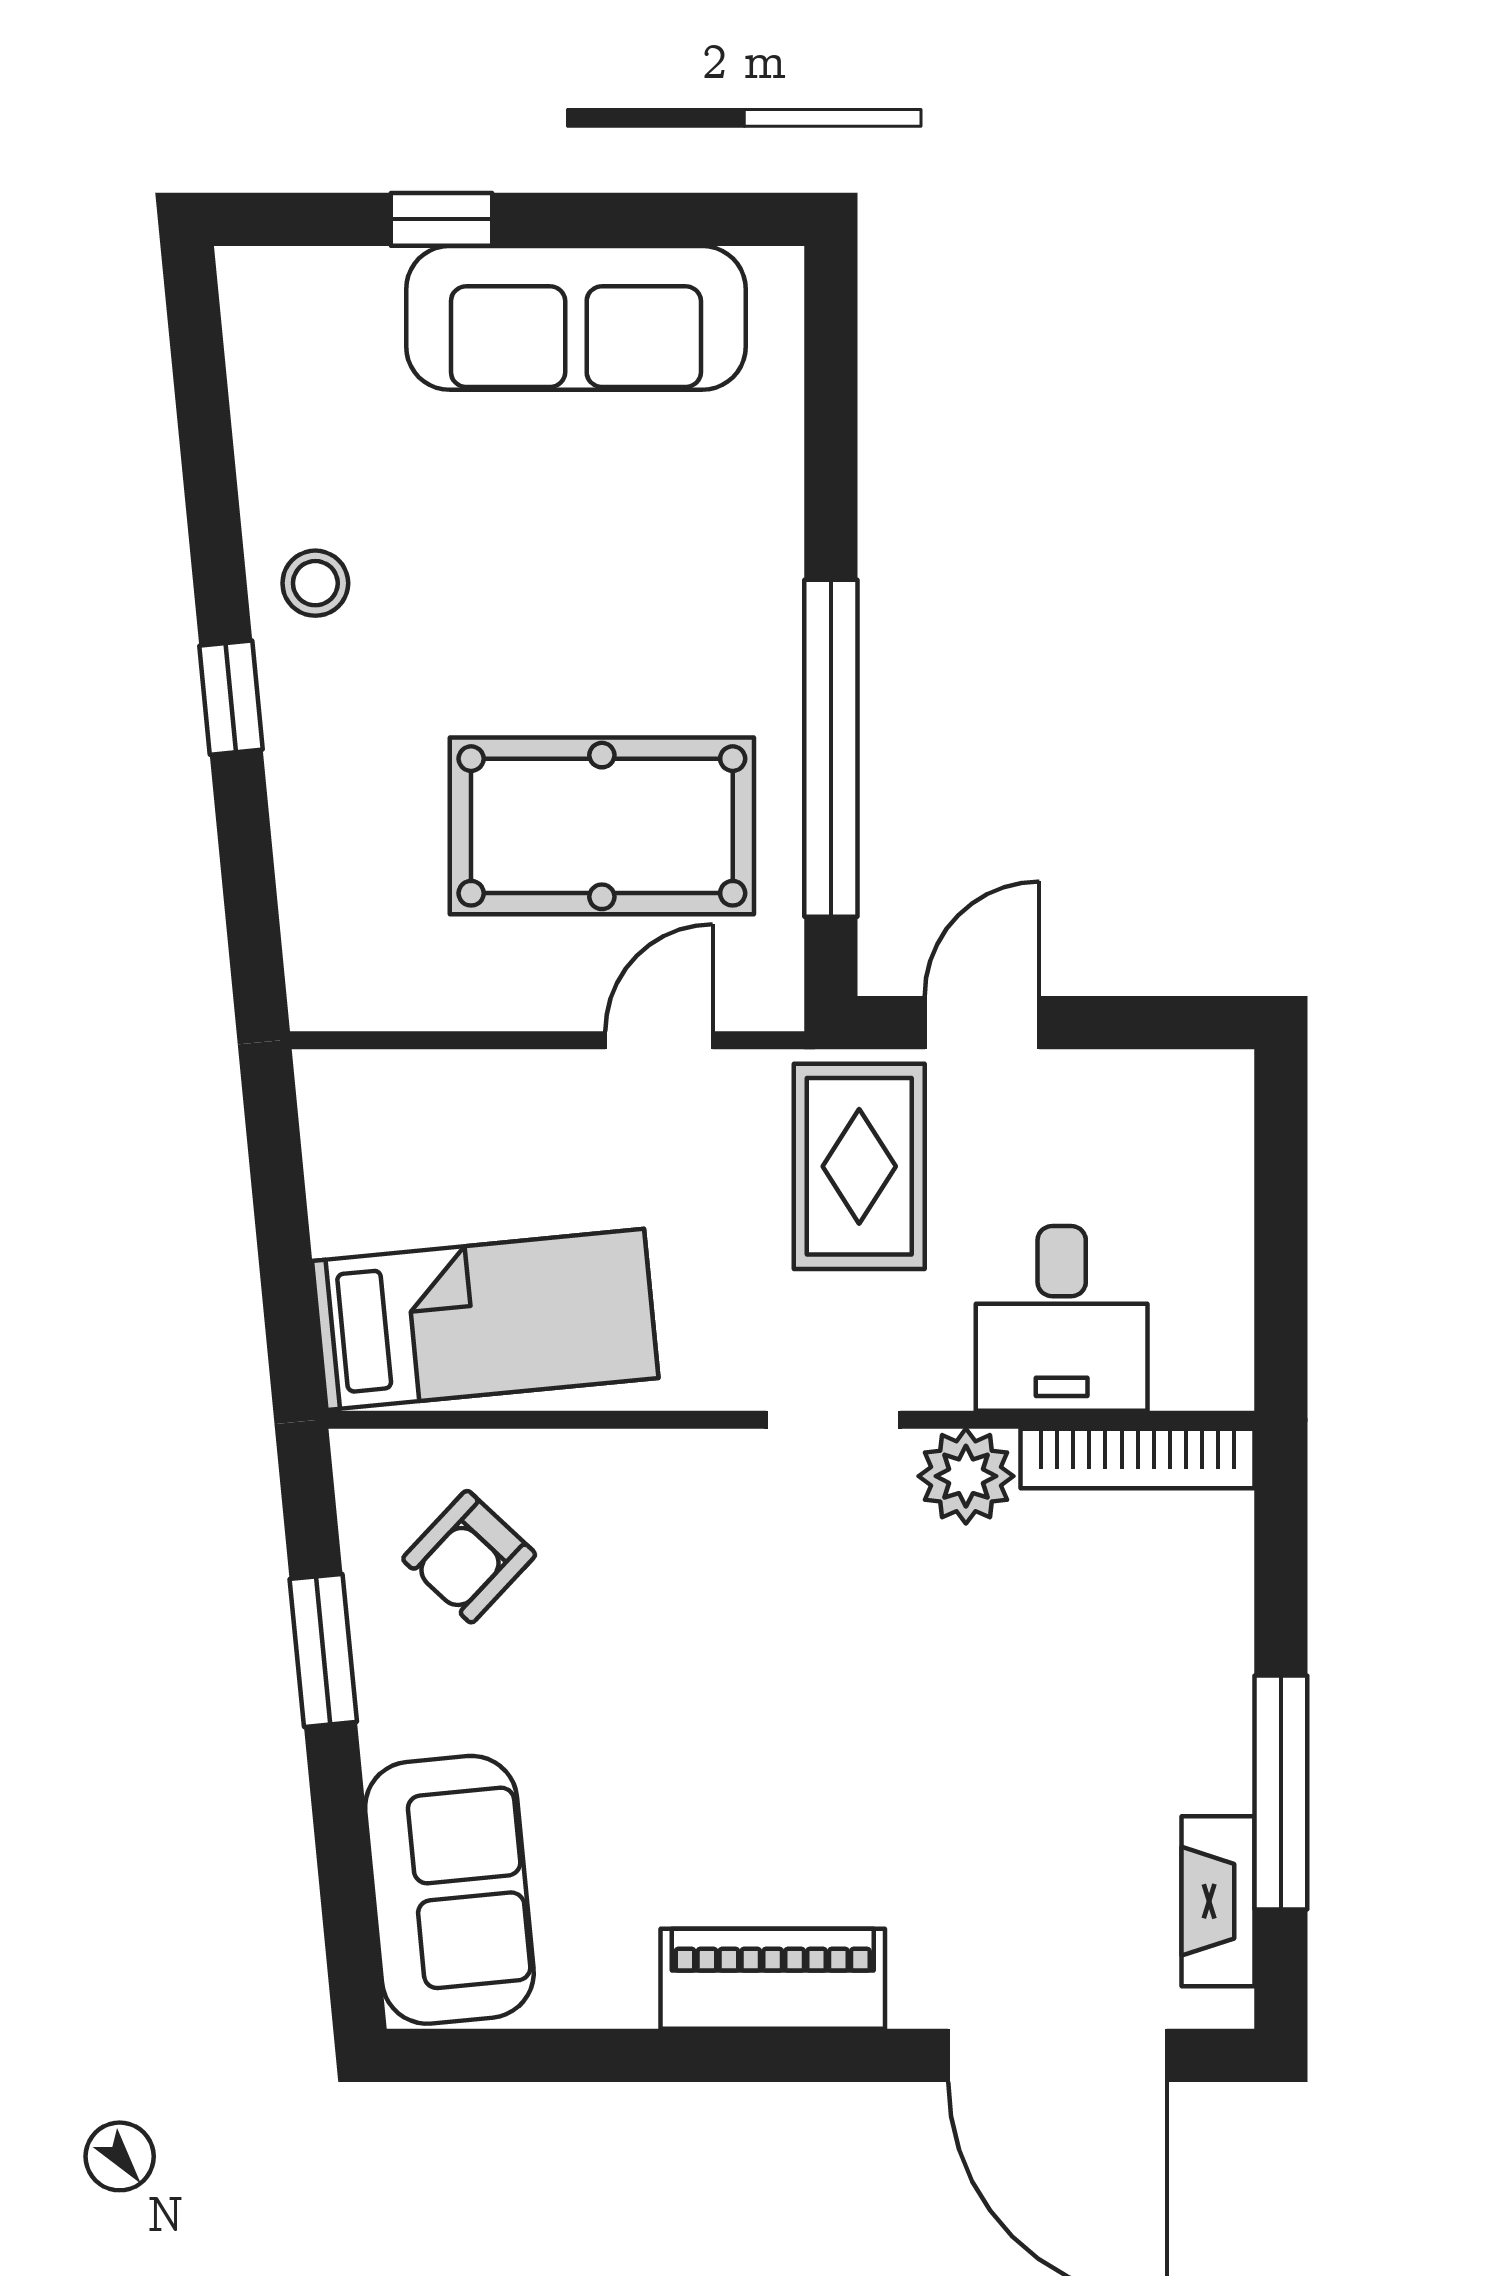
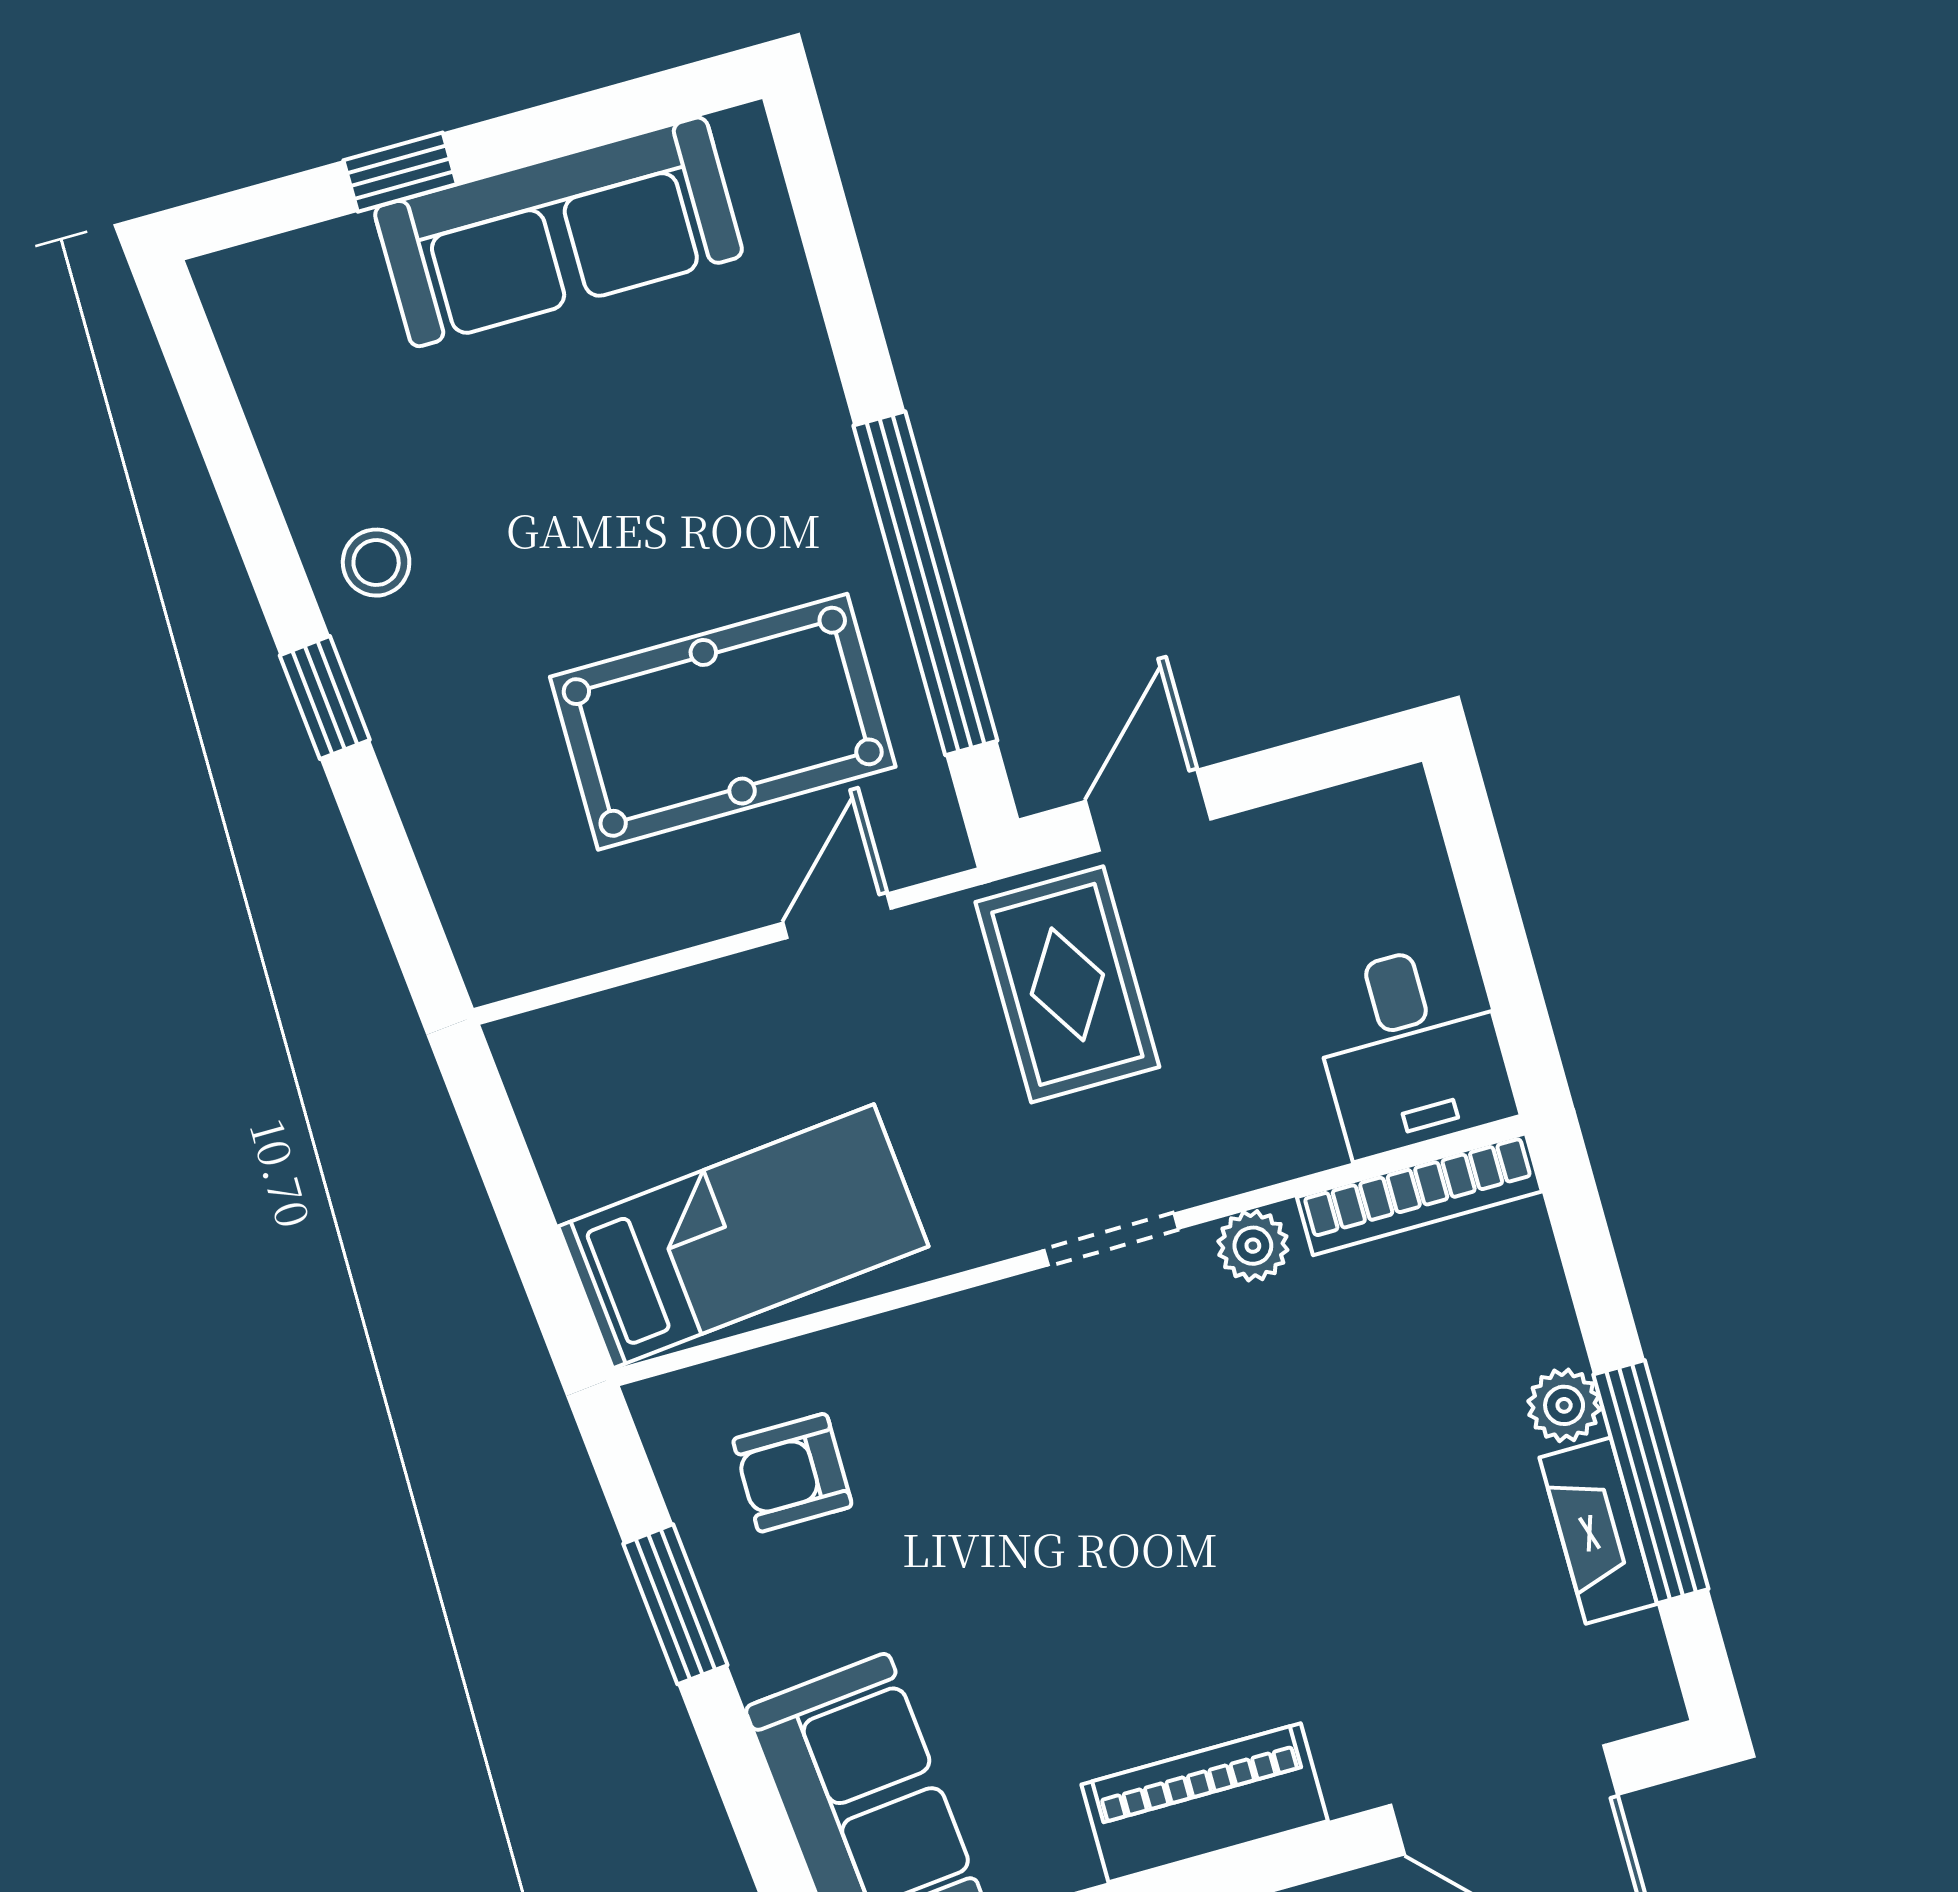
desk: (1062, 1318) -> (1412, 1049), moved
plant: (966, 1476) -> (1253, 1246), width x0.73, depth x0.73
armchair: (469, 1557) -> (792, 1473), turned 47
plant: (1219, 1697) -> (1564, 1405), added
fireplace: (1218, 1901) -> (1598, 1531), moved

